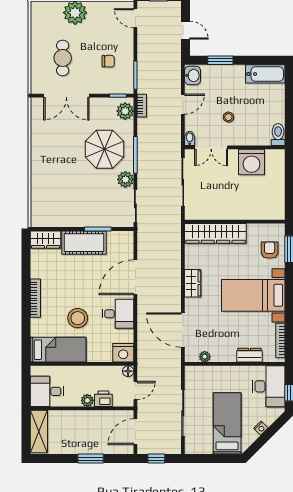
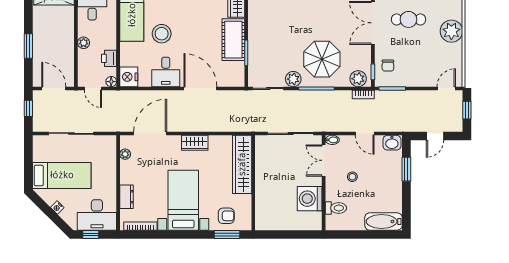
chair: (108, 61) -> (388, 66), moved
bathtub: (265, 74) -> (383, 221), moved, turned 90
toilet: (278, 135) -> (336, 208), moved
printer: (103, 399) -> (109, 58), moved, turned 180

